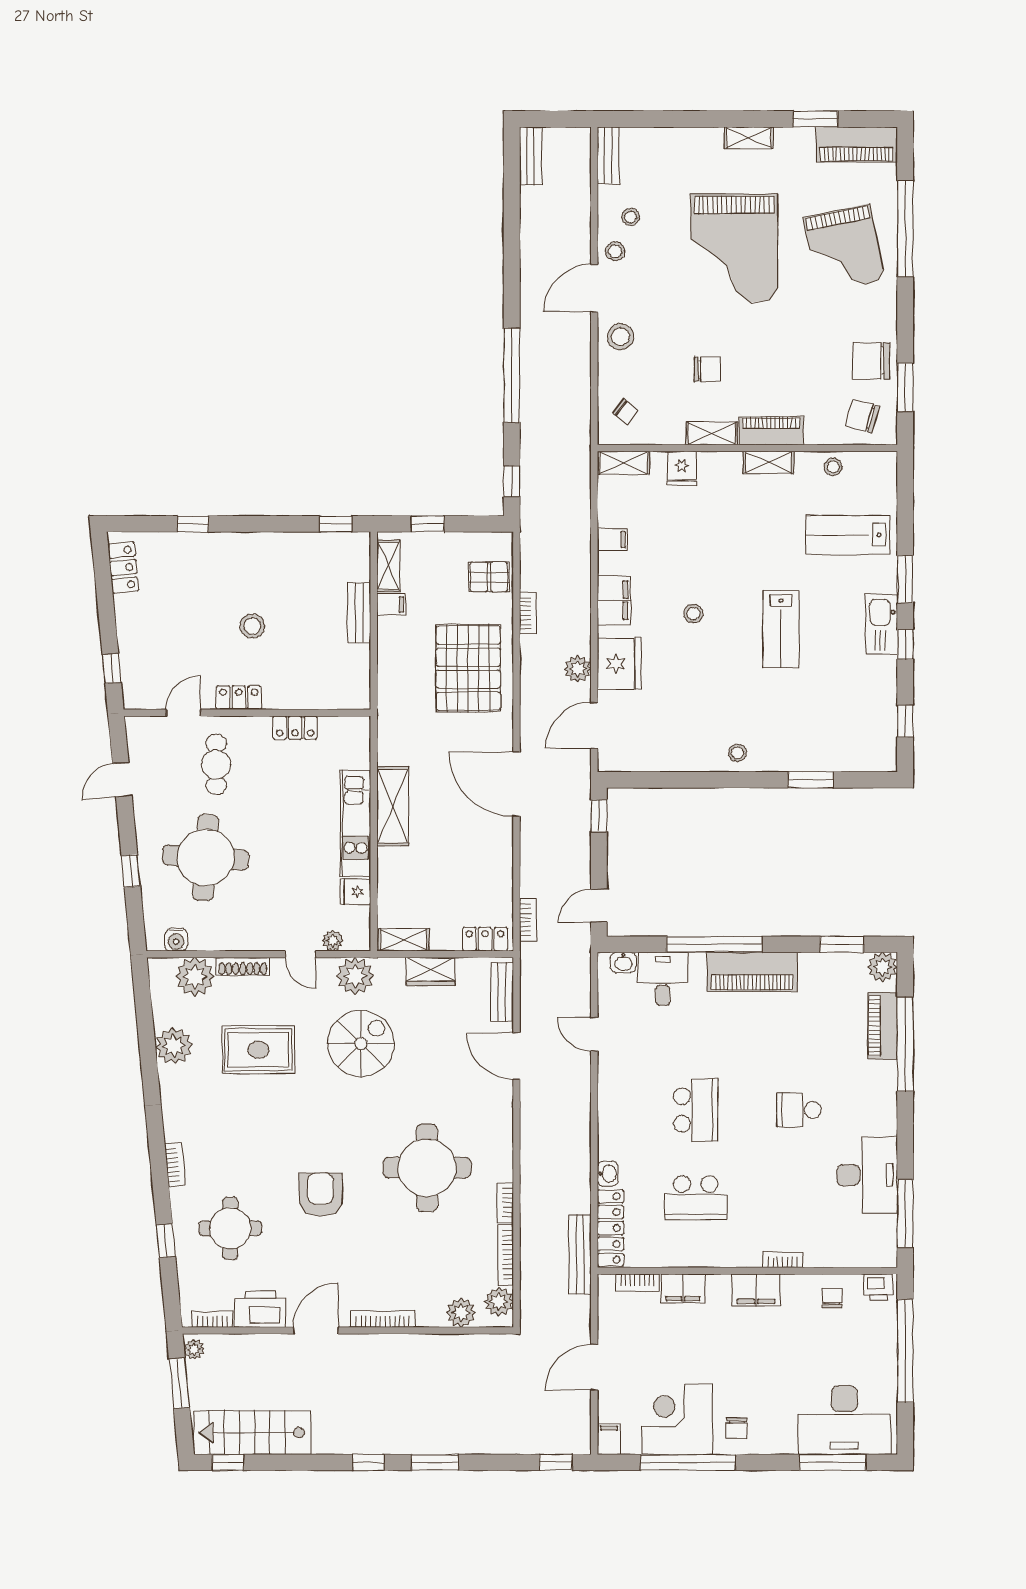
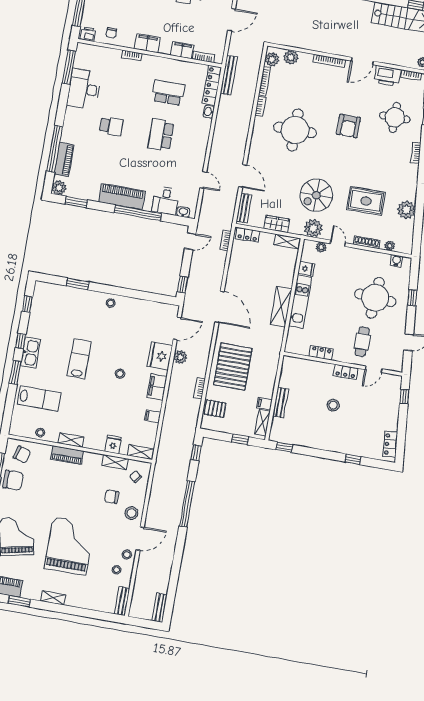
chair: (707, 369) -> (112, 497), moved
shelving: (712, 434) -> (115, 462), moved
plant: (195, 977) -> (390, 246), width x0.53, depth x0.53

